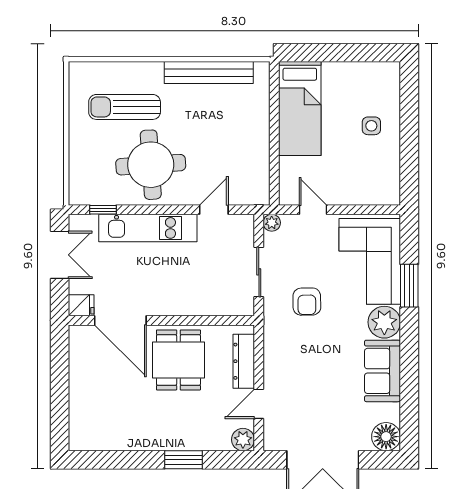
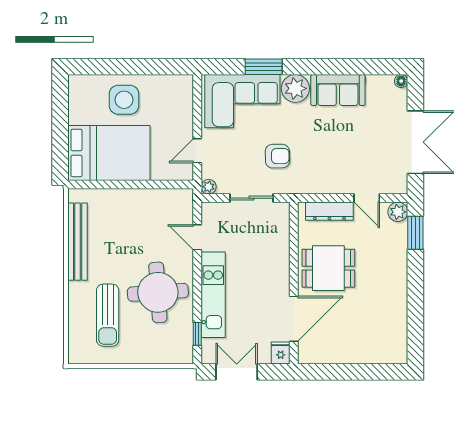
bed: (300, 109) -> (109, 153), width x1.50
side table: (371, 126) -> (124, 100), width x1.87, depth x1.87
floor lamp: (386, 437) -> (401, 81), width x0.53, depth x0.53
window: (184, 460) -> (415, 233), moved

